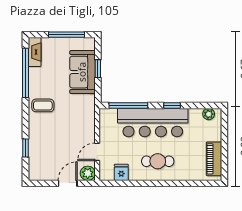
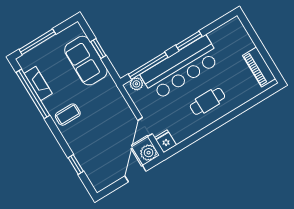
window: (66, 35) -> (37, 42), moved
fireplace: (35, 52) -> (38, 84), moved
window: (172, 105) -> (189, 41), width x1.50
plant: (209, 114) -> (136, 84), moved
fridge: (121, 172) -> (165, 141), moved

